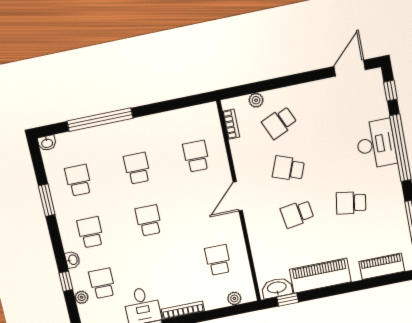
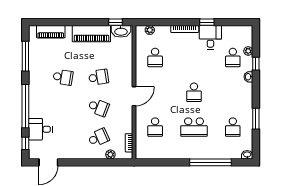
desk: (376, 144) -> (40, 129), moved, width x0.73
school desk: (137, 168) -> (194, 127), width x1.85
school desk: (90, 232) -> (233, 92), removed

